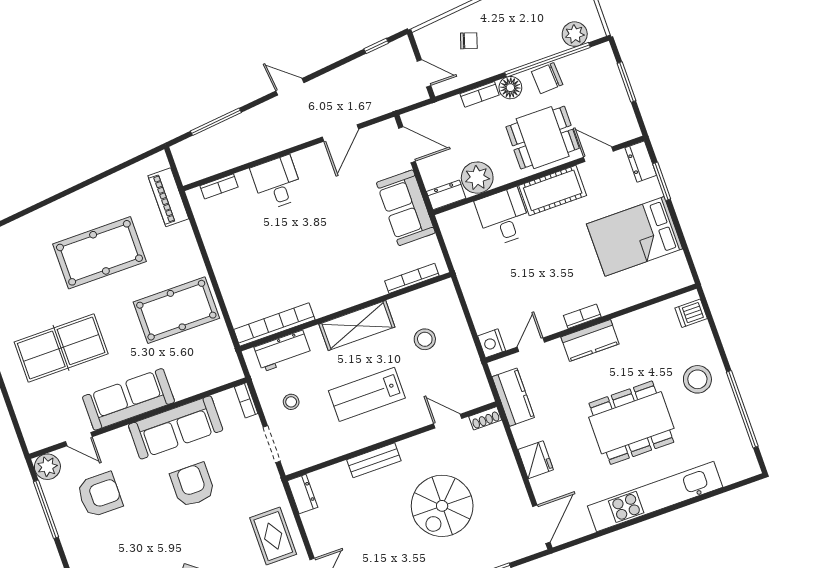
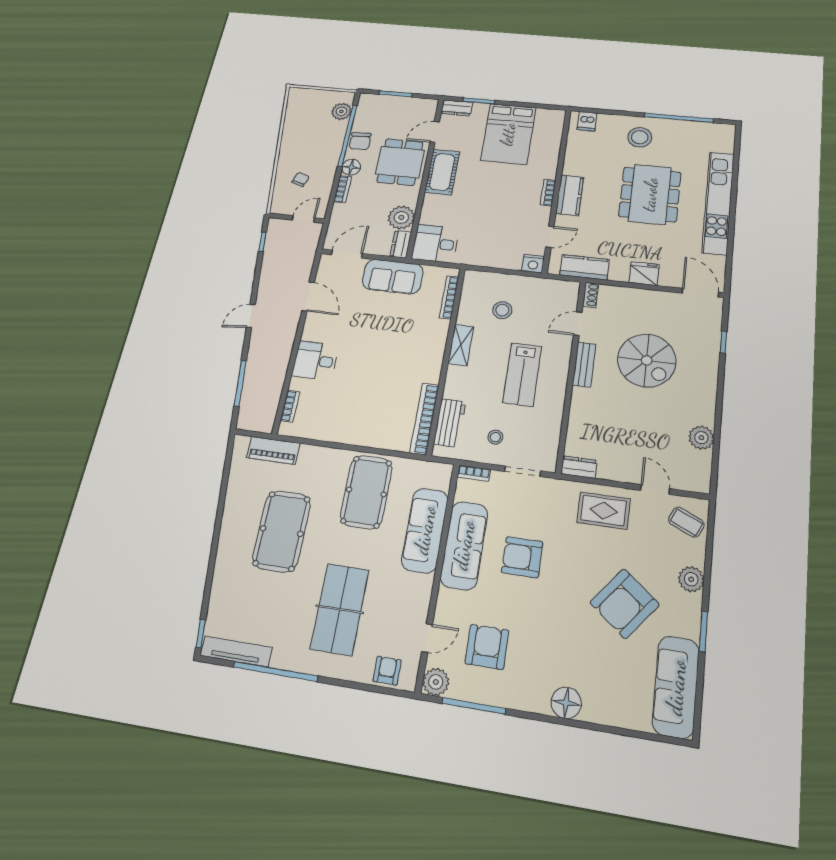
desk: (504, 217) -> (435, 244), moved
shelving: (357, 326) -> (461, 345), width x0.67, depth x0.75
door: (531, 345) -> (550, 237), swing flipped
sofa: (128, 399) -> (425, 530), moved
armchair: (34, 420) -> (387, 671), added
bench: (374, 460) -> (584, 365), moved

